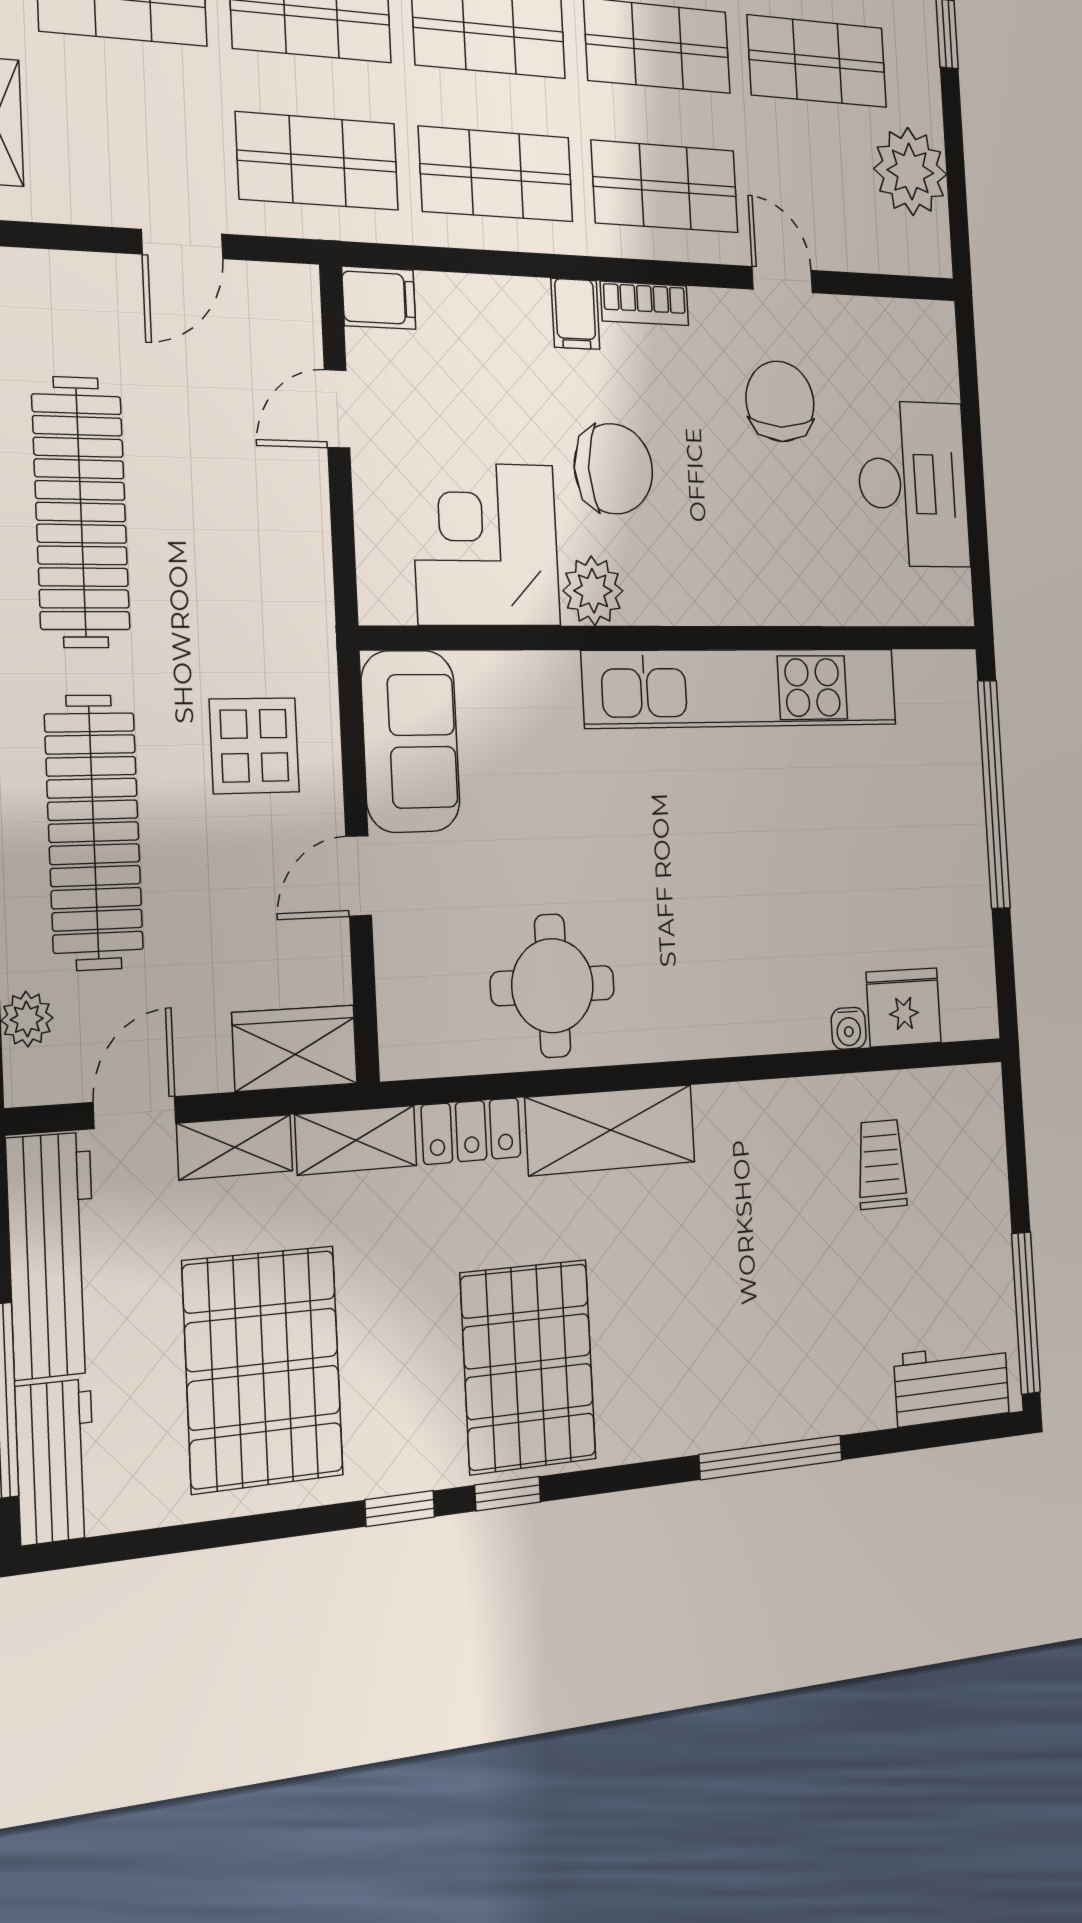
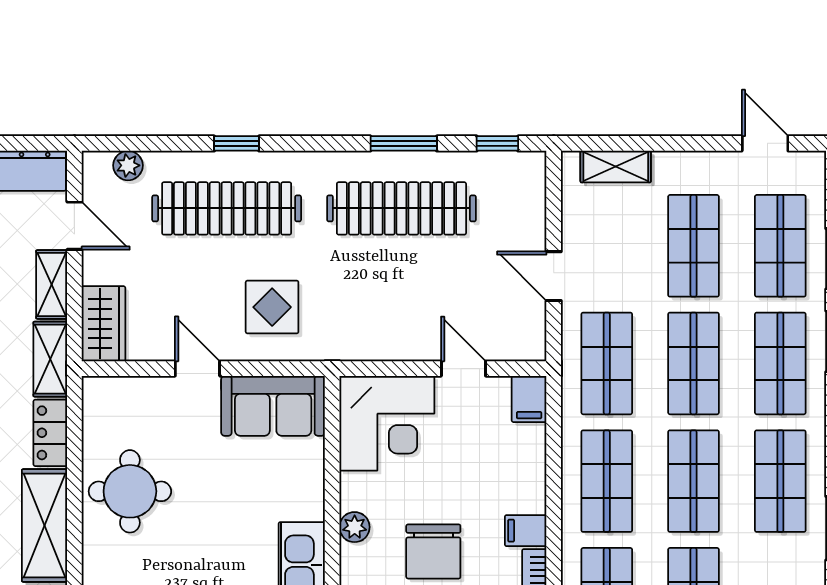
corner desk: (486, 544) -> (387, 423), moved, turned 90
plant: (593, 591) -> (355, 527), width x0.73, depth x0.73

